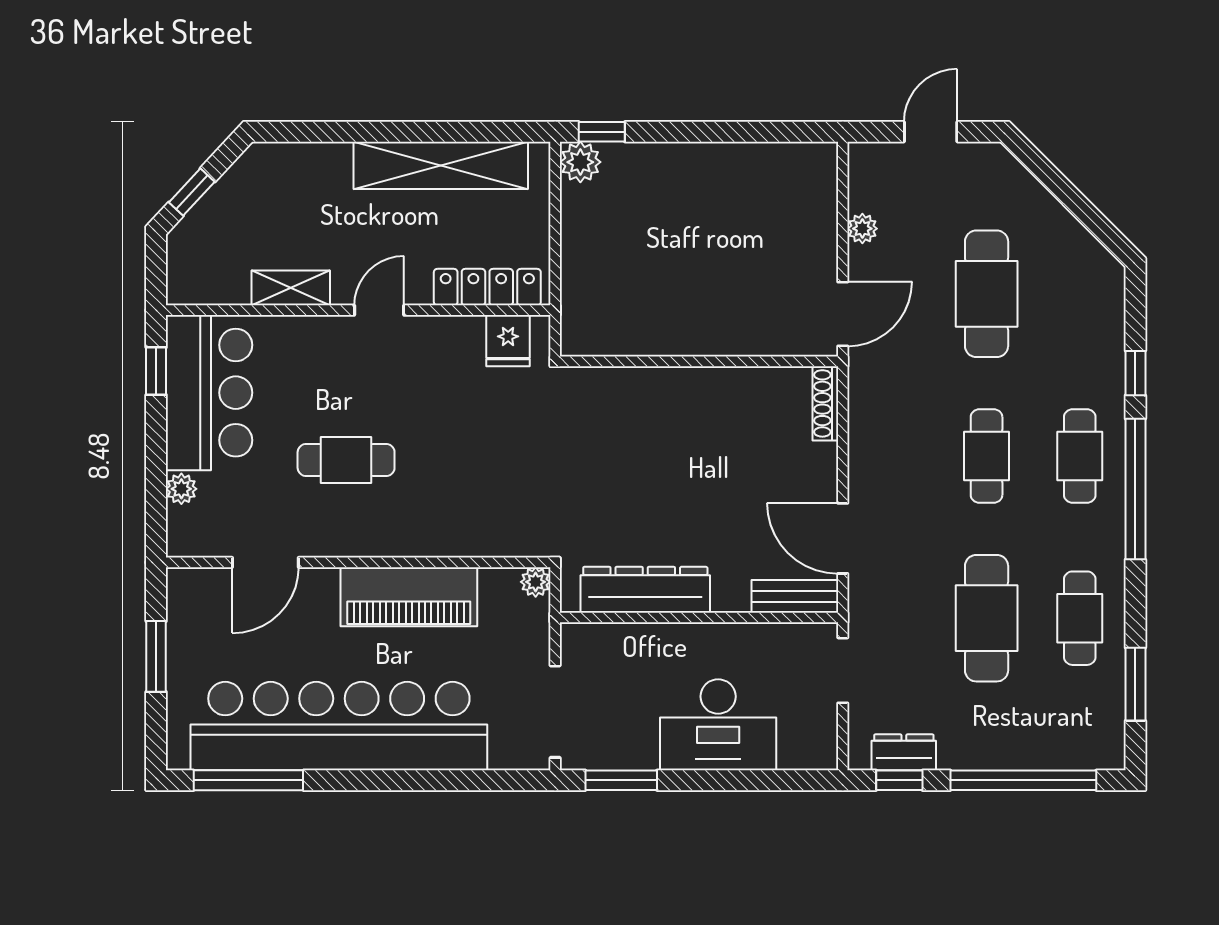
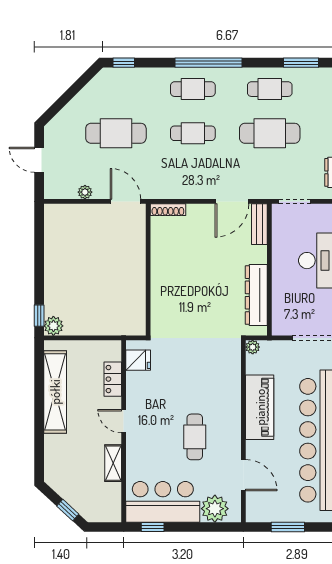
locker: (487, 287) -> (113, 379), width x0.66
window: (1135, 373) -> (124, 63), moved
plant: (181, 489) -> (215, 509), width x1.88, depth x1.88

